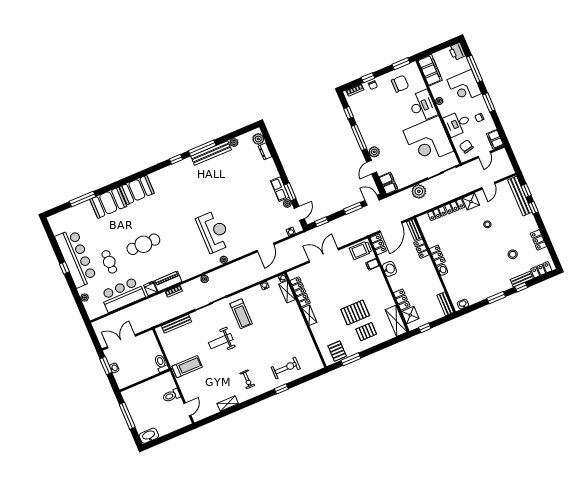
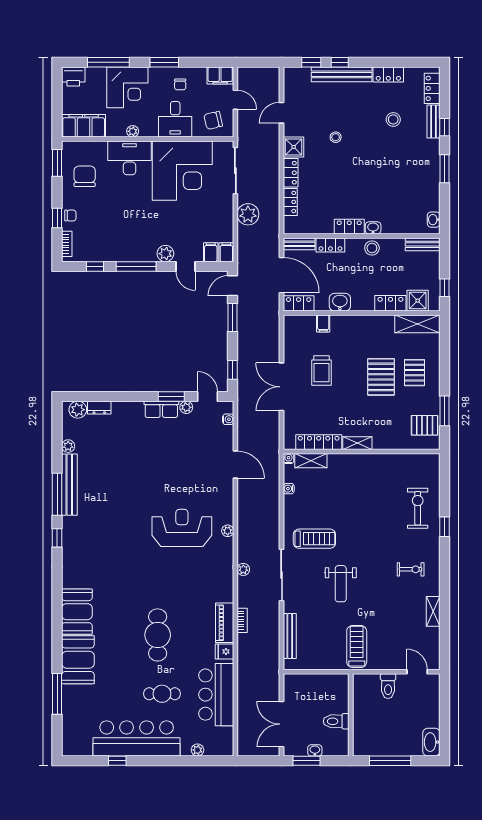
door: (488, 186) -> (282, 113), swing flipped
bench: (520, 196) -> (342, 74), moved
trolley: (361, 250) -> (322, 371), moved
window: (64, 268) -> (117, 761), moved
stool: (430, 274) -> (372, 248), added
toilet: (161, 363) -> (336, 721), moved

